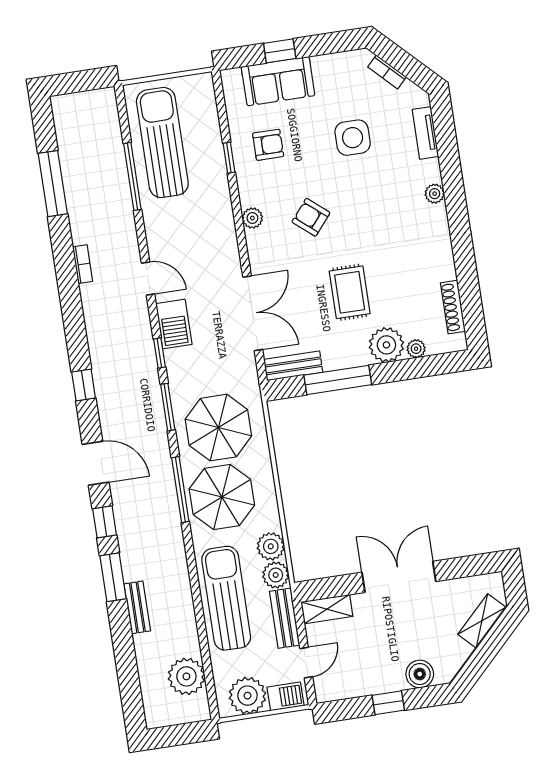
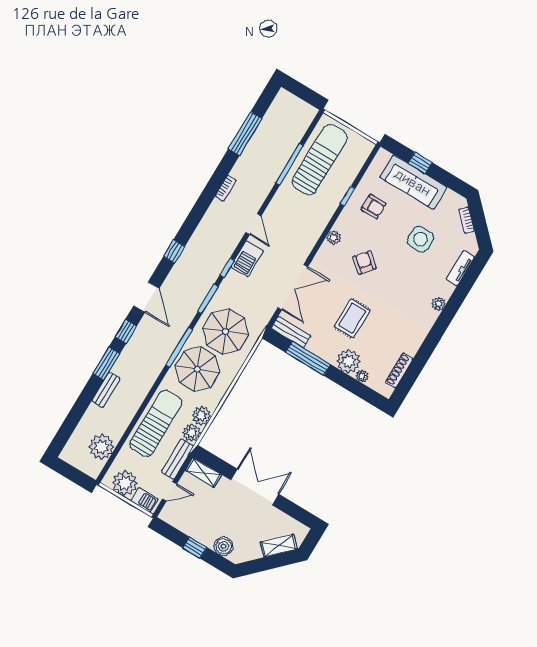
sofa: (278, 81) -> (413, 182), width x1.36

